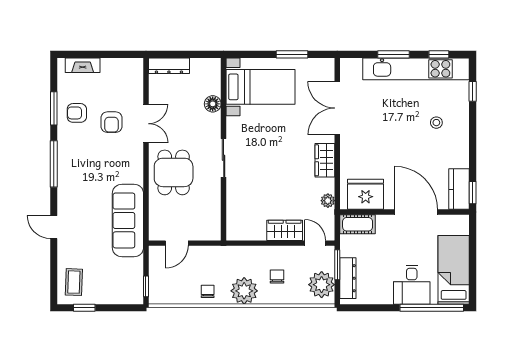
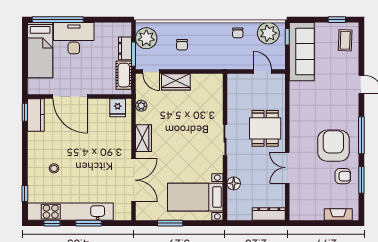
armchair: (111, 122) -> (333, 146), moved, width x1.88, depth x1.88
fridge: (366, 194) -> (118, 108), width x0.53, depth x0.75
sofa: (128, 220) -> (302, 52), moved
cot: (358, 224) -> (124, 75), moved, turned 90
door: (177, 243) -> (263, 72), hinge flipped
dresser: (348, 278) -> (125, 48), width x0.70
desk: (412, 285) -> (74, 38), width x1.37
plant: (244, 291) -> (268, 33), moved

